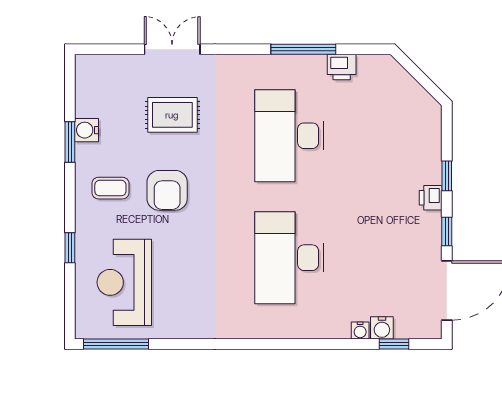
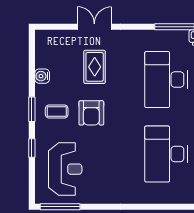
rug: (172, 115) -> (95, 67), turned 90
window: (70, 142) -> (32, 109), moved
reception desk: (124, 282) -> (65, 169), turned 180

